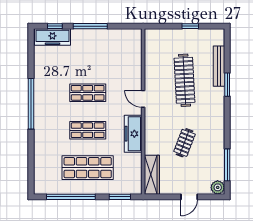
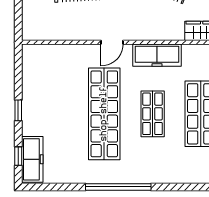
window: (90, 26) -> (18, 110), width x0.46
shop shelf: (88, 93) -> (104, 114), width x2.00, depth x1.36

